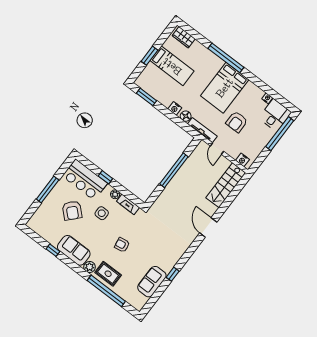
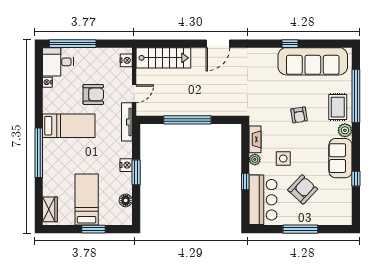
bed: (225, 88) -> (69, 126), width x0.67
window: (146, 97) -> (136, 172), moved
floor lamp: (186, 116) -> (126, 200), moved
sofa: (152, 282) -> (313, 61), width x1.85, depth x1.27

